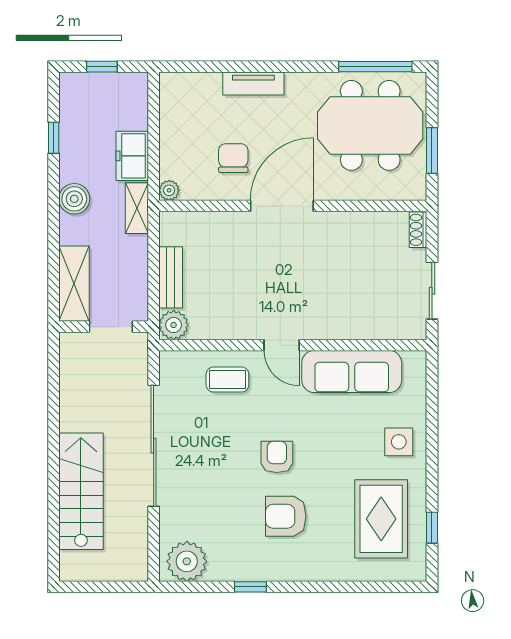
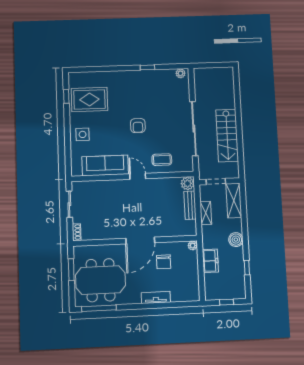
shelving: (137, 208) -> (206, 213), moved
stairs: (81, 491) -> (227, 136), moved
armchair: (286, 516) -> (133, 99), removed
rug: (381, 519) -> (89, 99), turned 90
plant: (187, 561) -> (181, 73), width x0.53, depth x0.53

